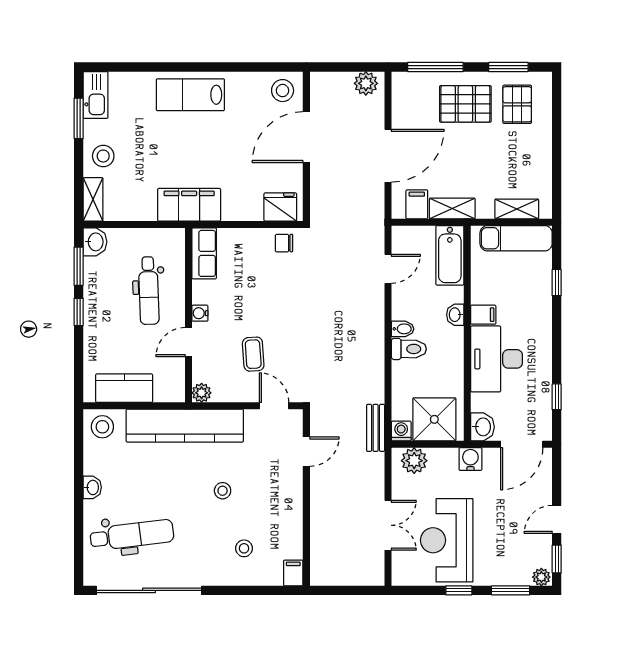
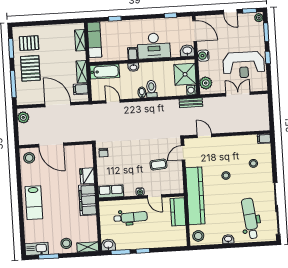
fridge: (280, 207) -> (87, 176), moved
kitchen counter: (124, 388) -> (178, 212), moved
plant: (202, 393) -> (179, 189), removed

